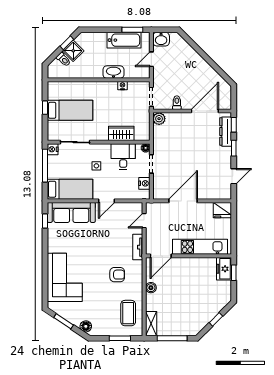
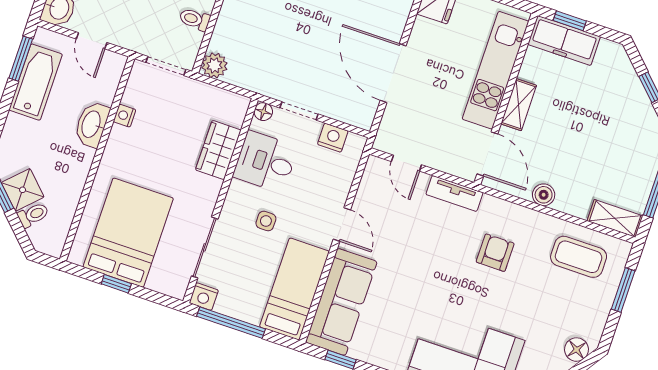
bed: (70, 110) -> (128, 233), width x1.50
shelving: (188, 263) -> (519, 105), added
freezer: (224, 269) -> (564, 40), width x1.40

